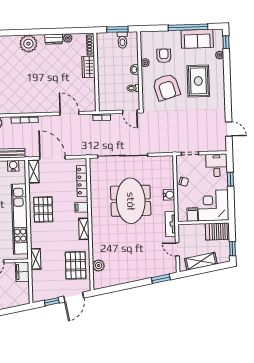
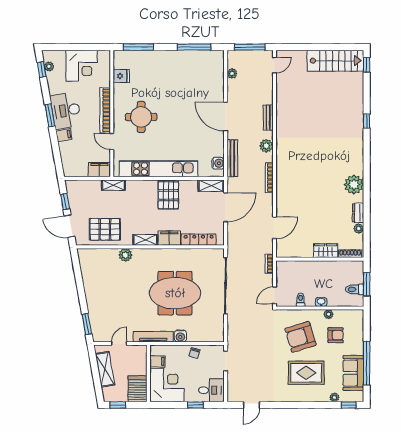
filing cabinet: (82, 207) -> (169, 238), width x2.00
pallet: (43, 209) -> (168, 195), turned 90
tv unit: (170, 224) -> (153, 337), width x1.41
plant: (99, 266) -> (125, 255), moved

